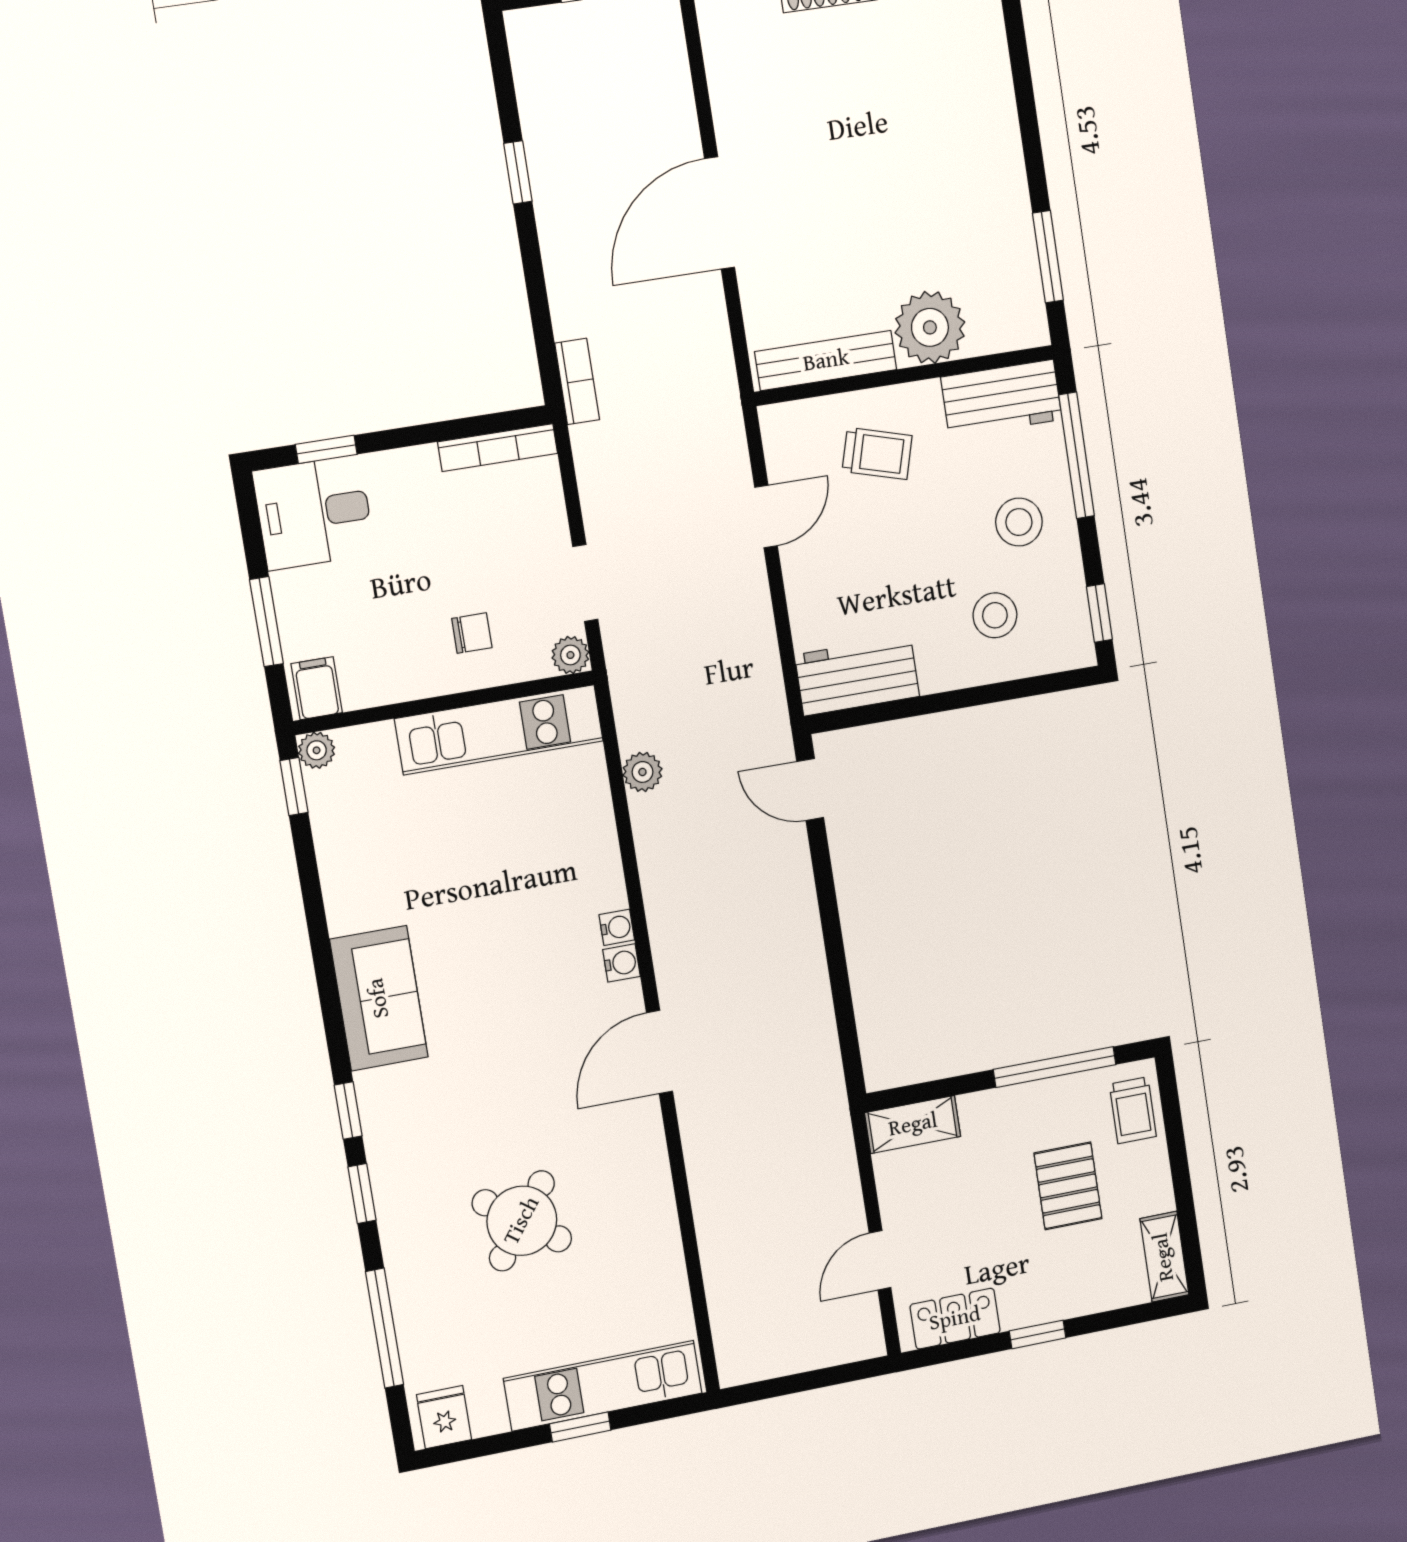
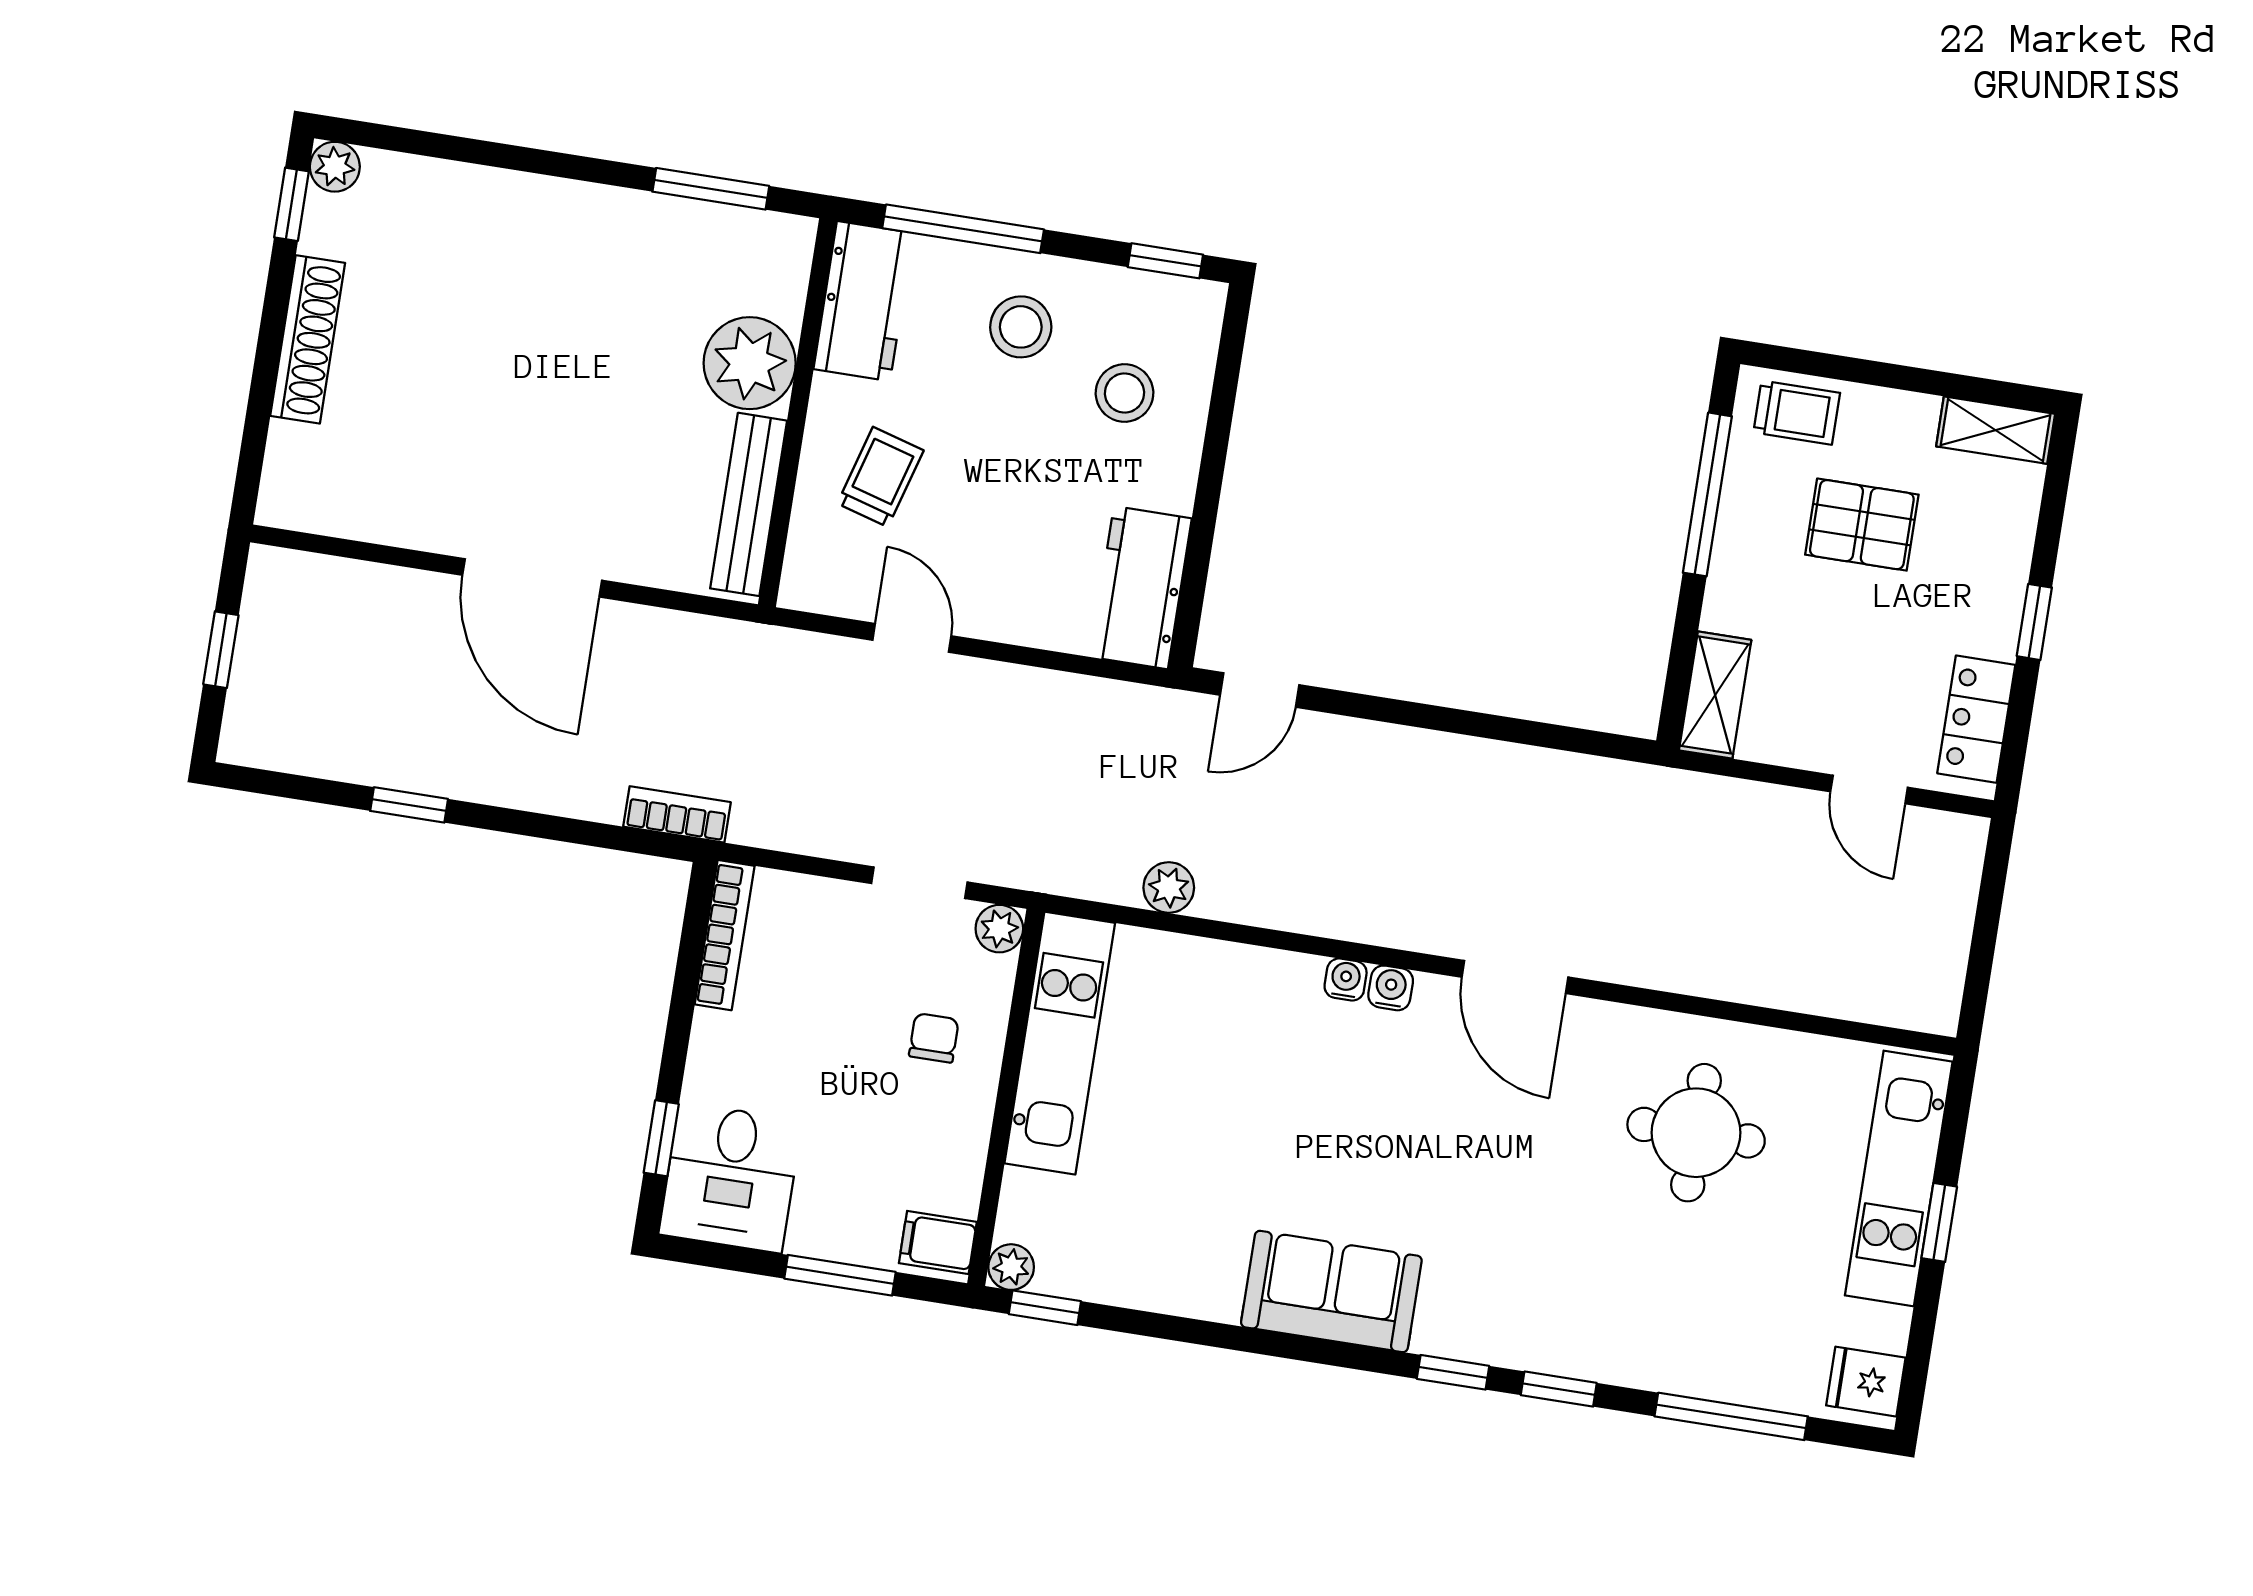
round table: (522, 1221) -> (1696, 1133), moved, turned -37

